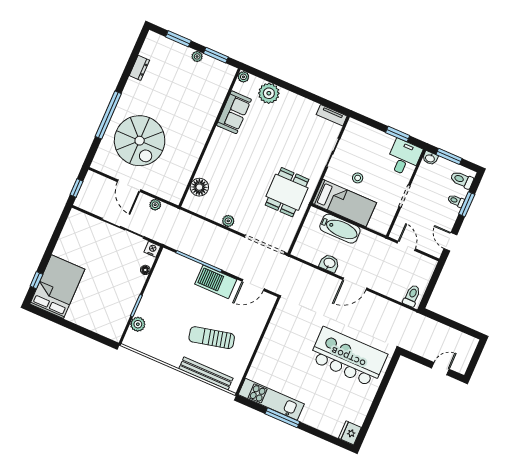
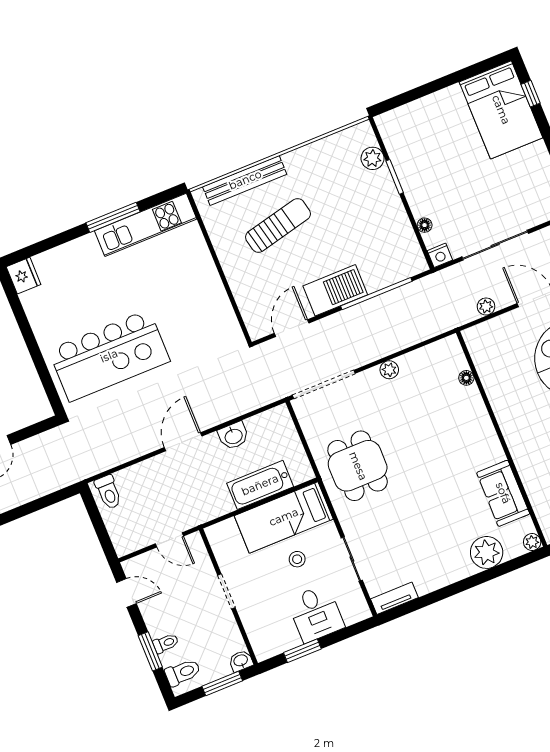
desk: (404, 158) -> (316, 613), moved
floor lamp: (199, 187) -> (466, 378), width x0.53, depth x0.53

